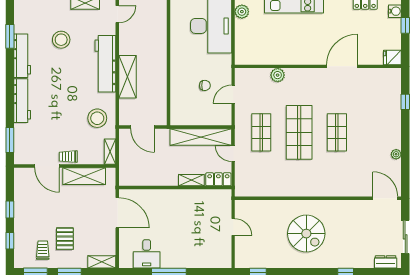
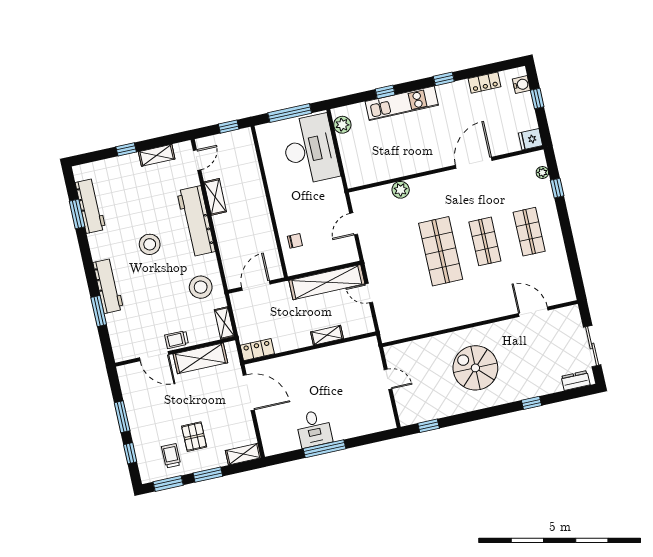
stool: (61, 40) -> (150, 244), moved
workbench: (22, 56) -> (90, 206), moved
shelving: (128, 77) -> (215, 197), moved, width x0.67, depth x0.75
chair: (205, 85) -> (295, 241), moved
door: (142, 127) -> (256, 286), swing flipped
shop shelf: (261, 132) -> (529, 232), moved
window: (10, 140) -> (99, 311), moved
plant: (396, 154) -> (542, 173), moved
locker: (218, 179) -> (257, 350), moved
door: (385, 198) -> (533, 312), moved
window: (10, 210) -> (122, 417), width x1.50
spiral stairs: (306, 234) -> (475, 368), turned 180
desk: (147, 254) -> (314, 429), moved

